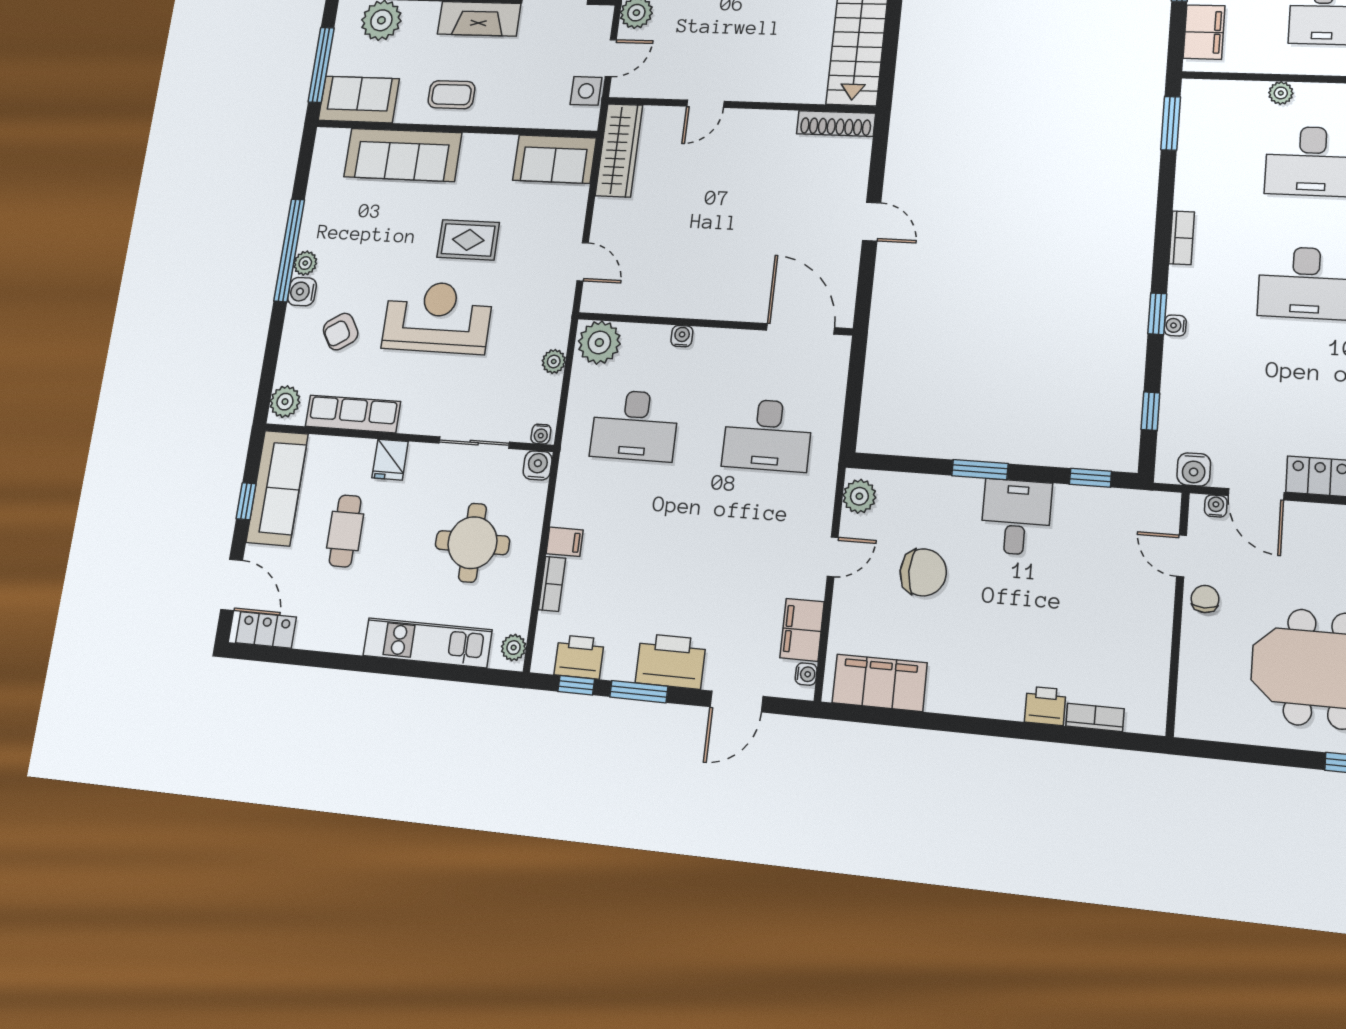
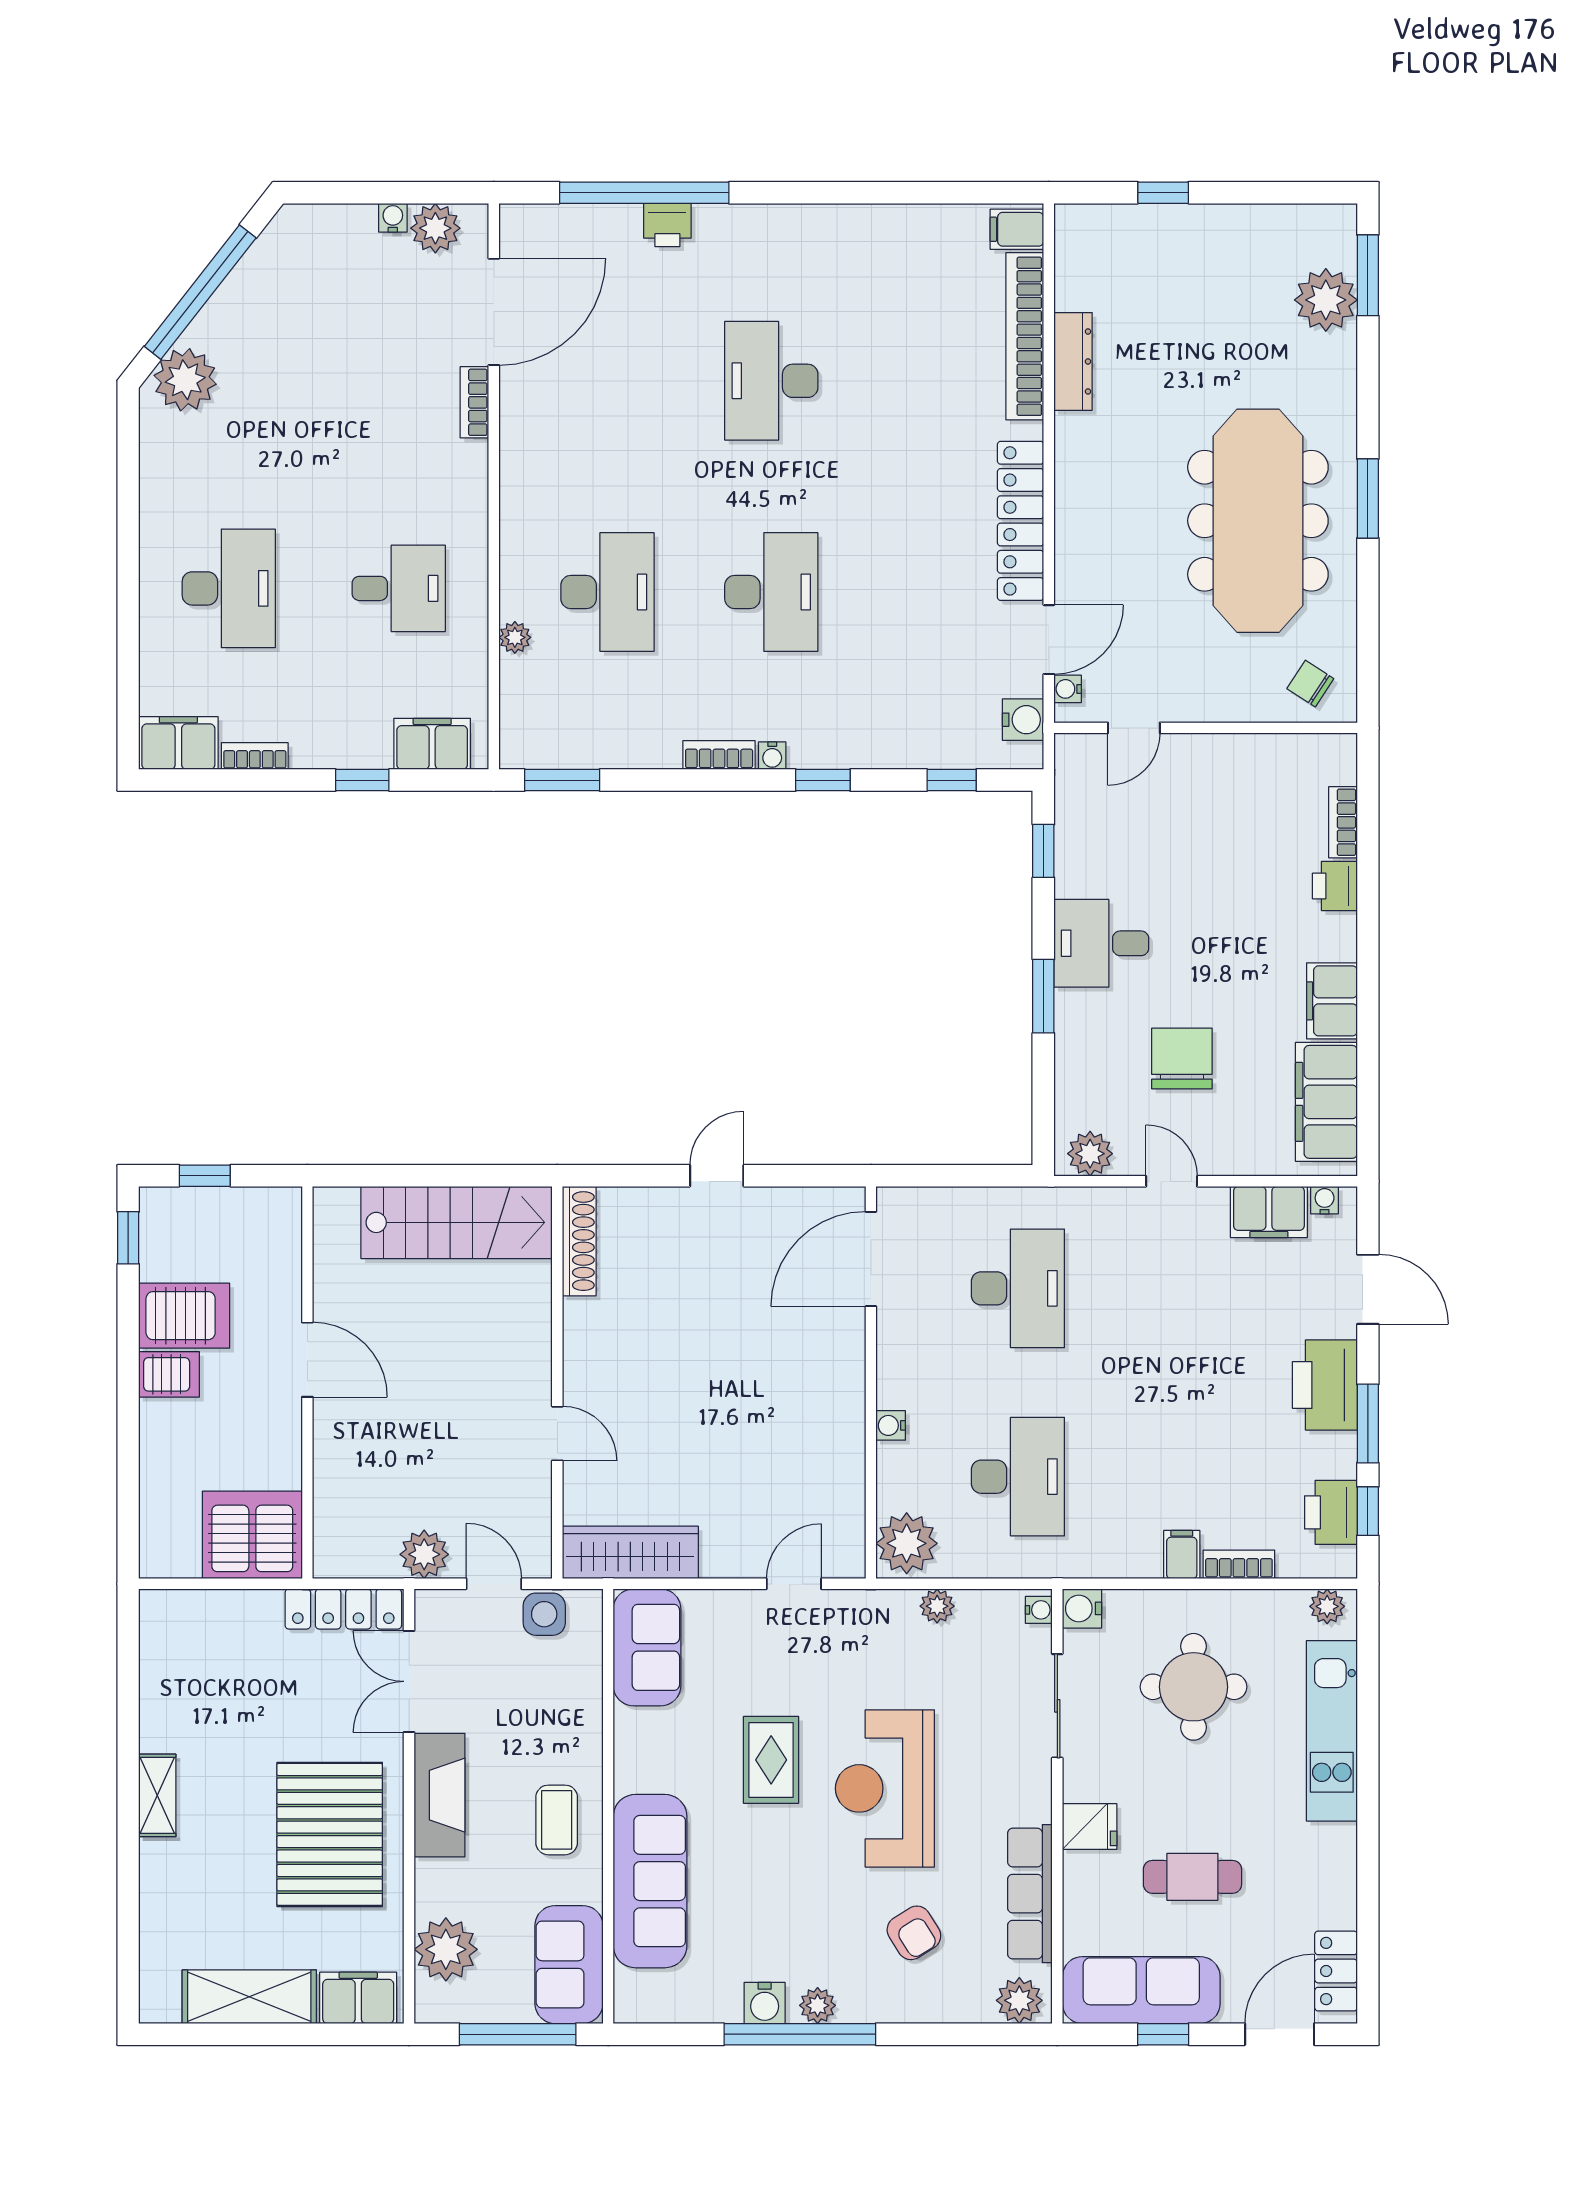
water cooler: (302, 292) -> (765, 2003), moved
water cooler: (1175, 326) -> (772, 756), moved
chair: (1205, 599) -> (1310, 684), moved, turned 33
filing cabinet: (956, 695) -> (1332, 1001), added

